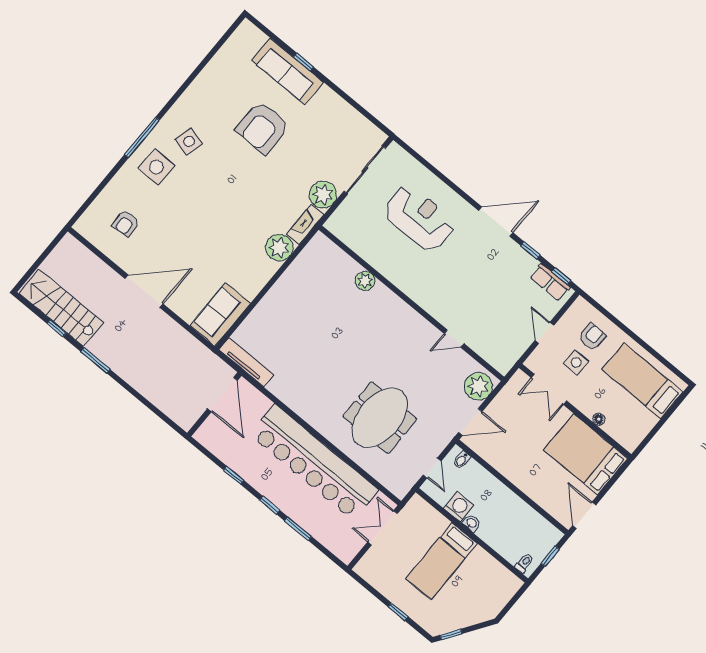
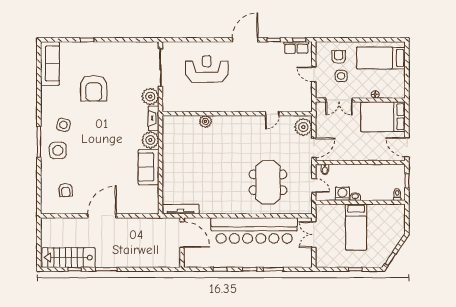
sofa: (287, 71) -> (50, 63), moved, turned -90
sofa: (220, 315) -> (149, 167), moved

